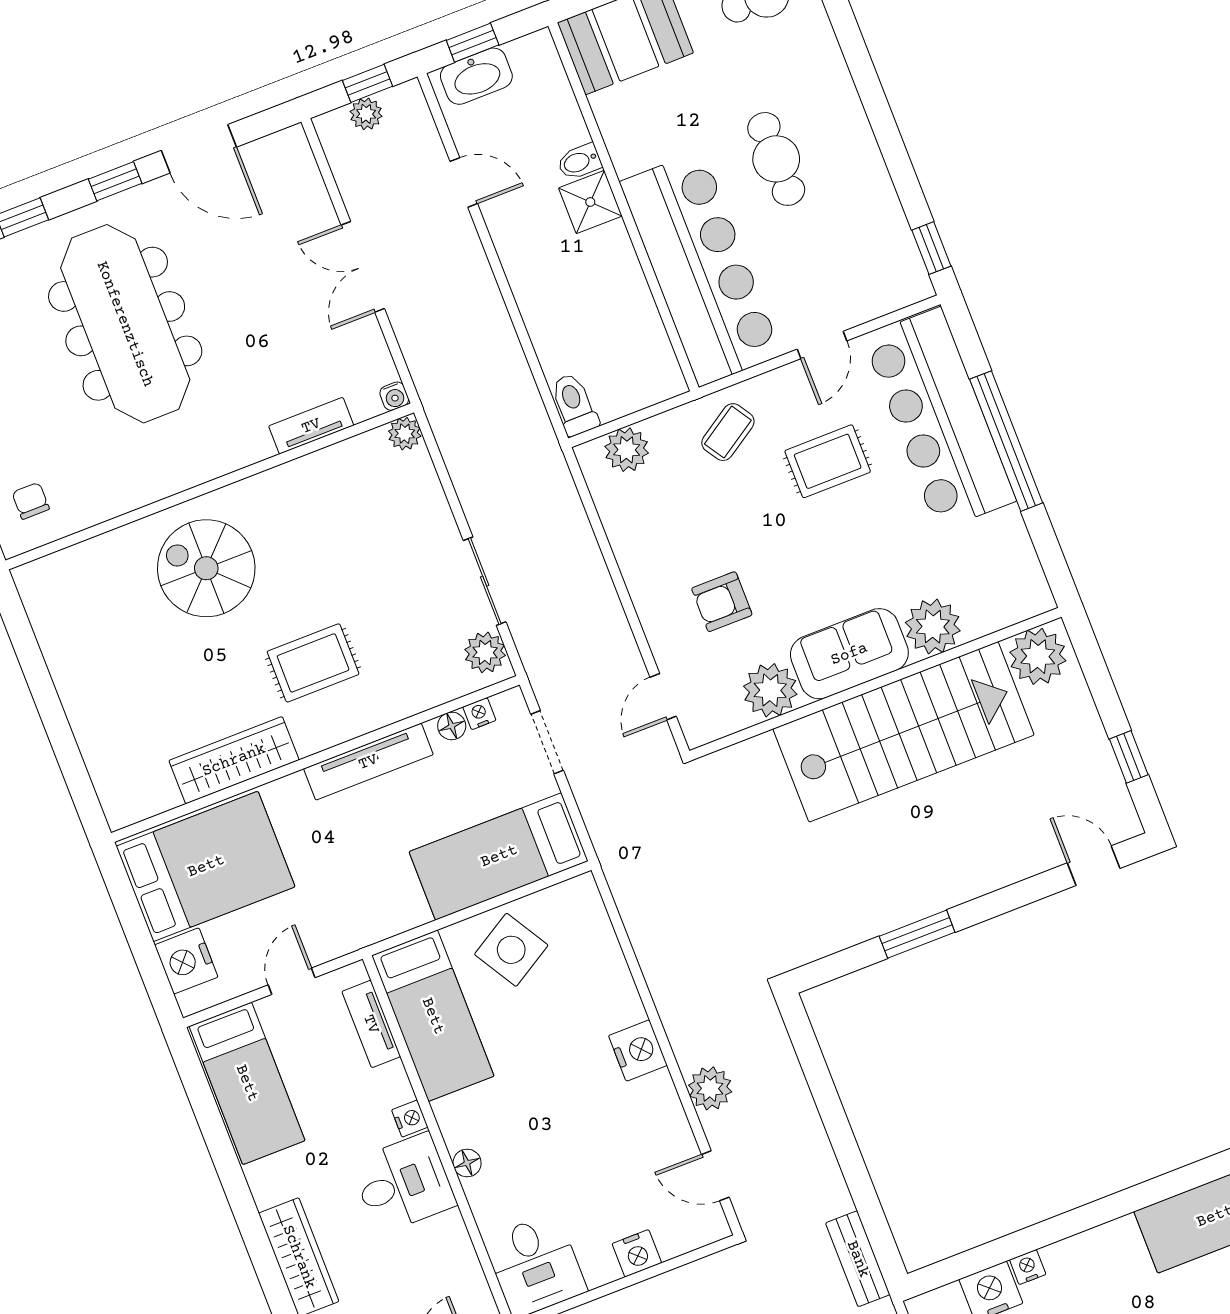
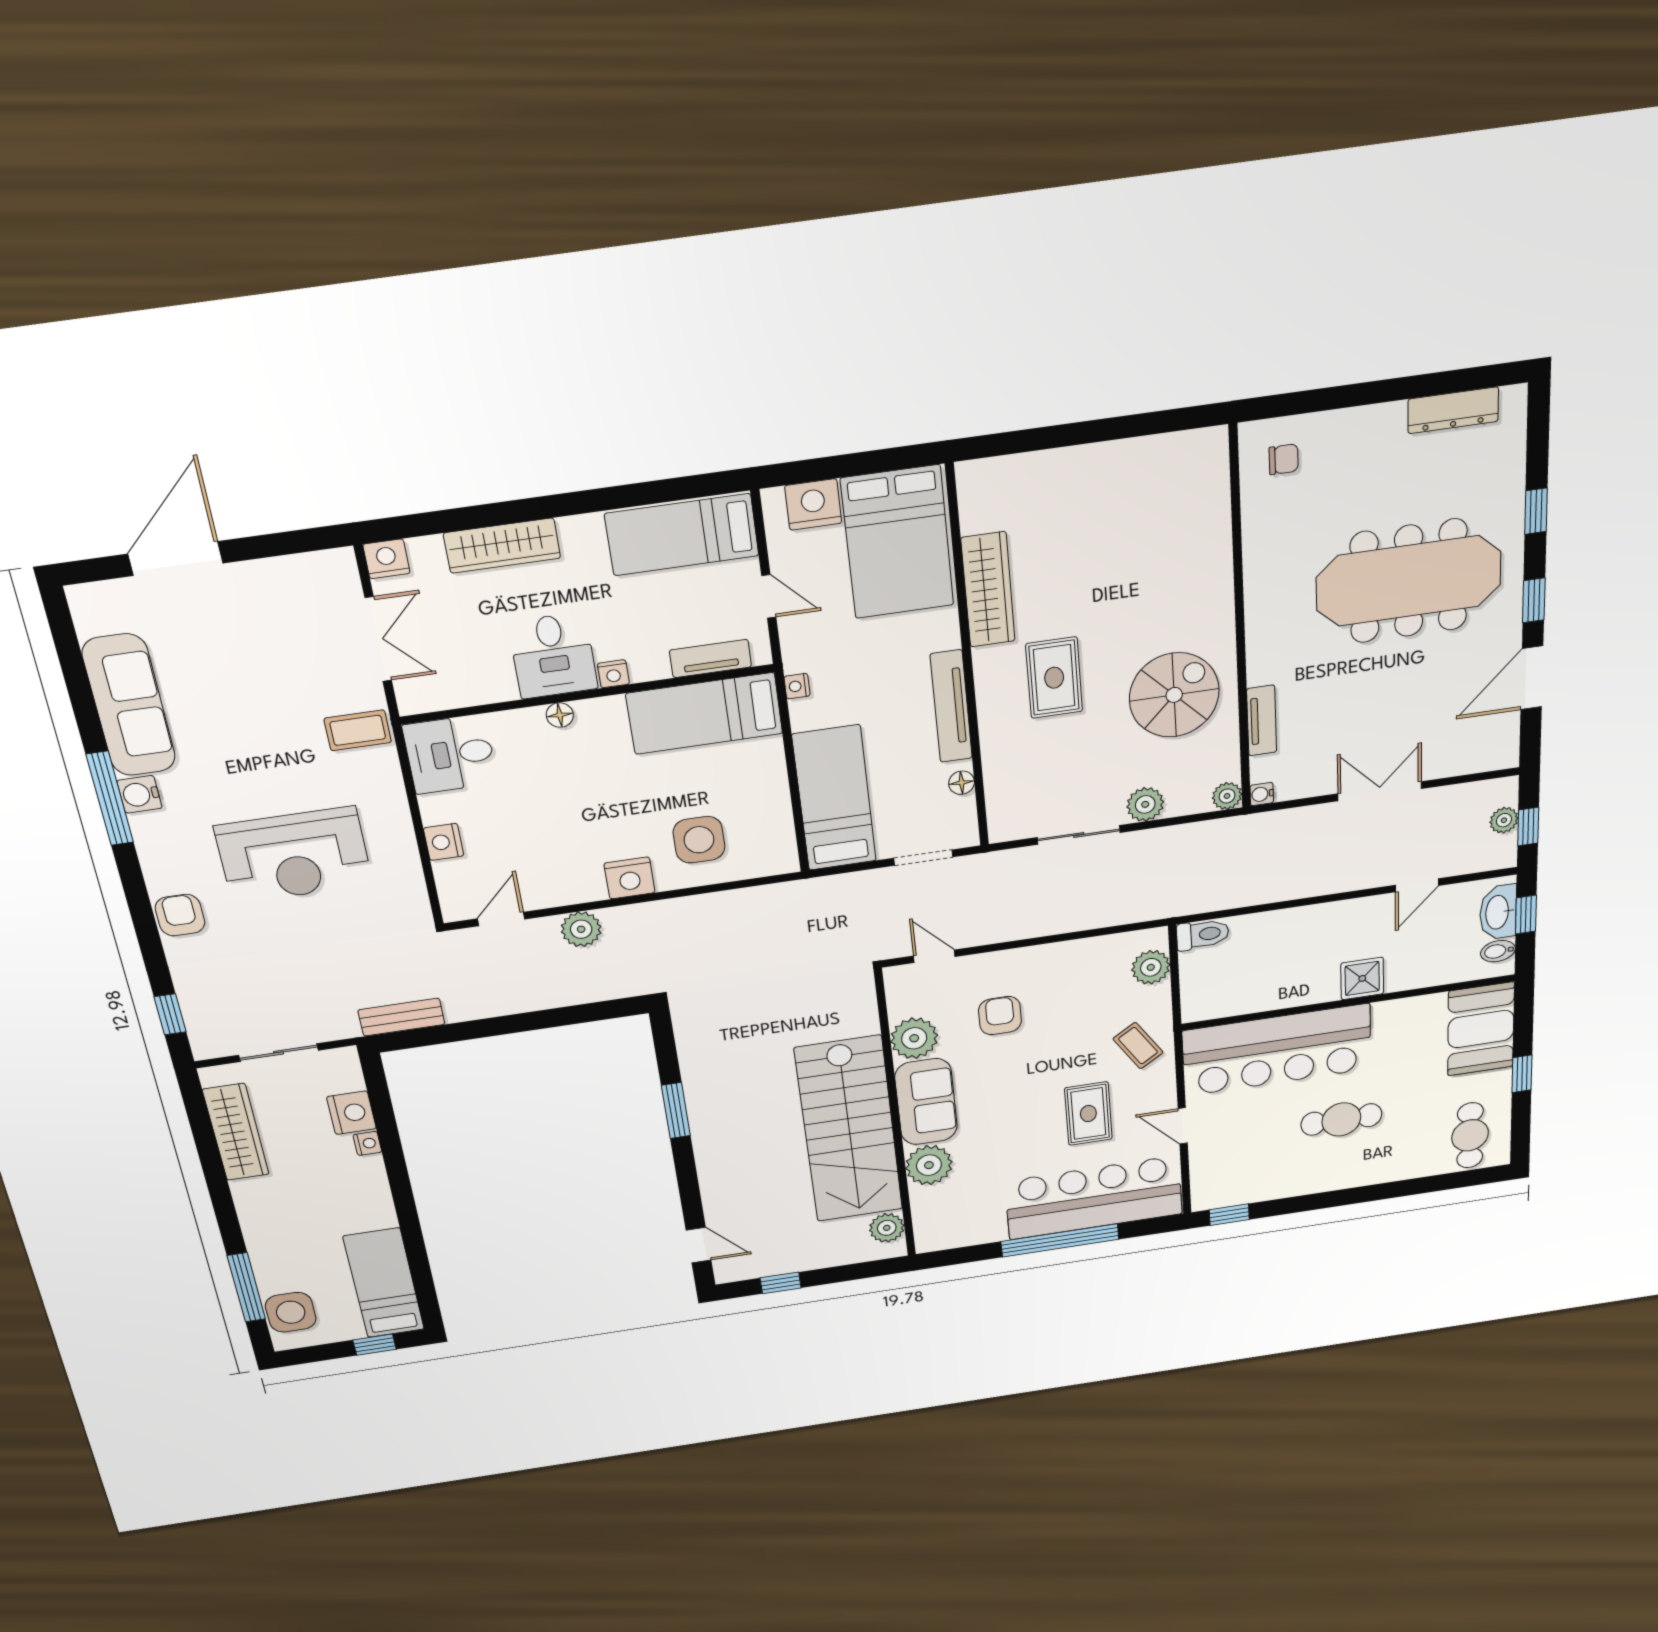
bidet: (579, 162) -> (1498, 951), moved, turned -90
spiral stairs: (206, 568) -> (1174, 695), moved
plant: (485, 652) -> (1145, 804), moved
plant: (1038, 656) -> (887, 1228), width x0.73, depth x0.73
nightstand: (479, 714) -> (797, 686), moved, turned 180
door: (1094, 866) -> (699, 1245), hinge flipped
side table: (511, 950) -> (699, 840), moved, turned 31

